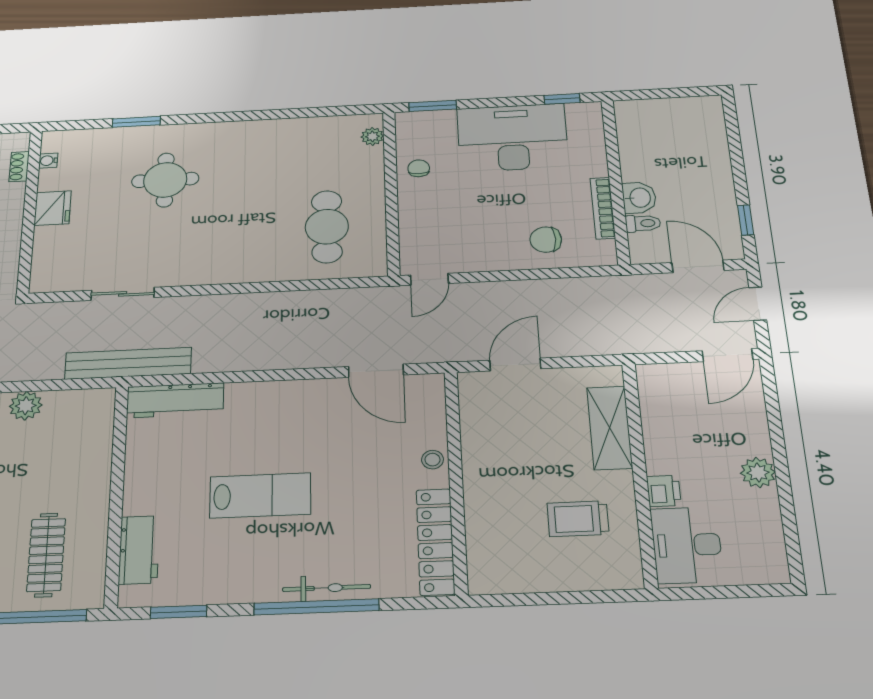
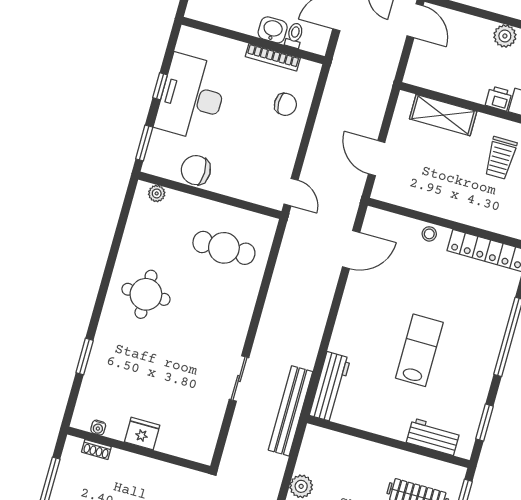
window: (562, 99) -> (160, 86), moved
chair: (419, 168) -> (196, 170), width x1.87, depth x1.87
round table: (165, 180) -> (146, 294), moved
chair: (546, 240) -> (285, 104), turned -90
sliding door: (123, 294) -> (239, 378), moved
bicycle: (326, 588) -> (498, 327), removed

